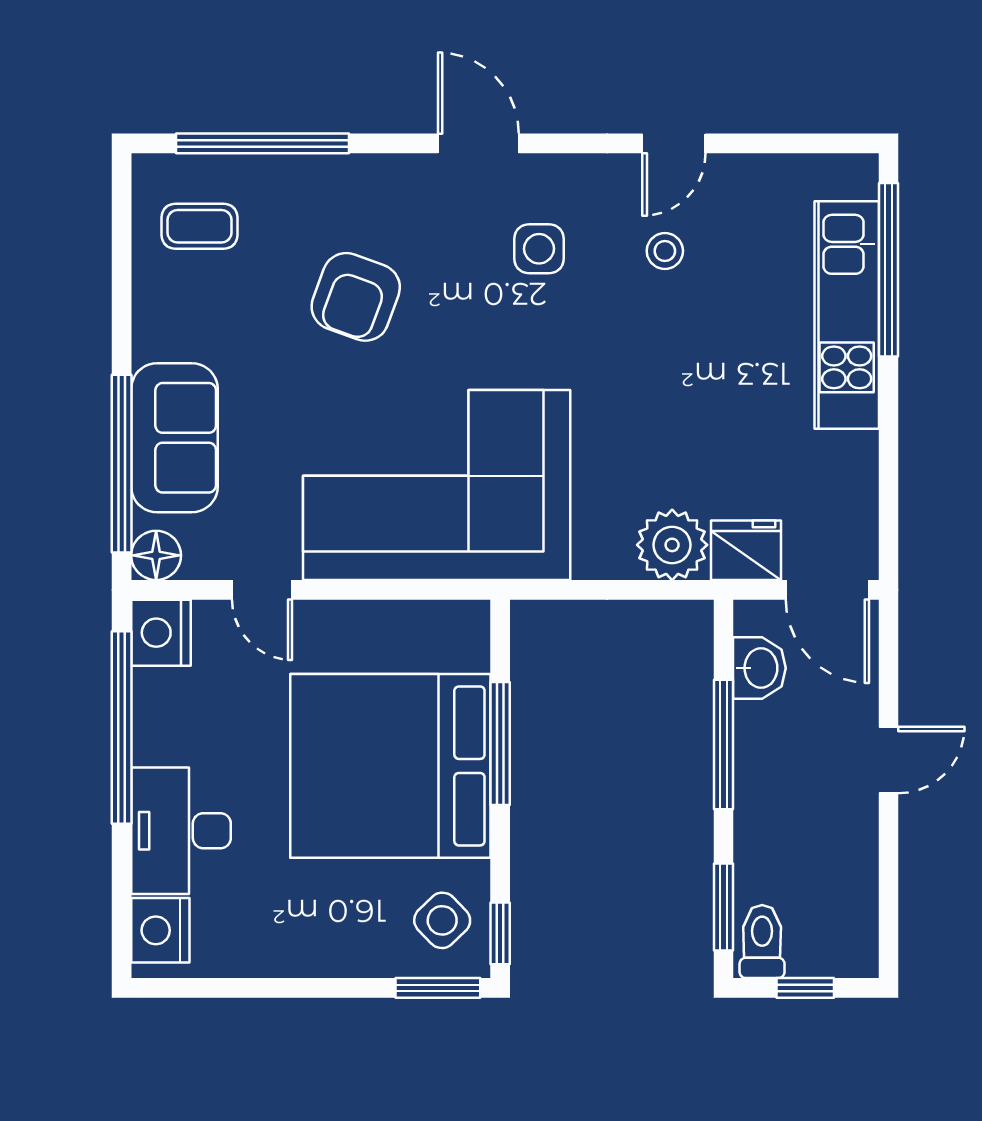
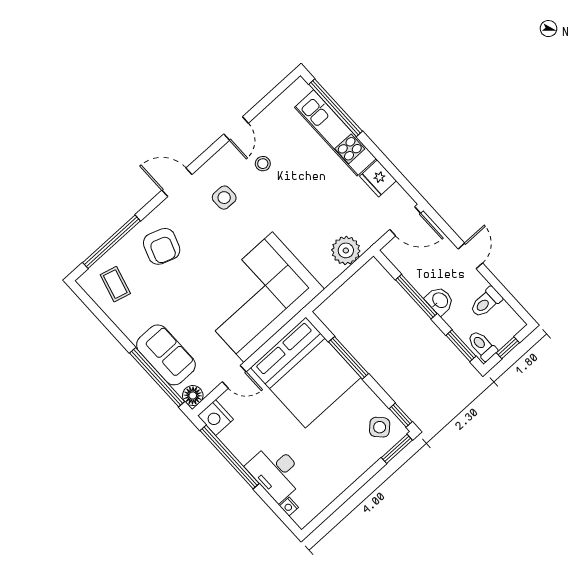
coffee table: (200, 226) -> (115, 284), turned -75
armchair: (356, 297) -> (162, 246), moved
fridge: (746, 550) -> (378, 178), moved, turned -90
washbasin: (759, 668) -> (440, 301), moved
bed: (390, 766) -> (306, 372), moved, turned -90
toilet: (840, 870) -> (486, 302), added
nightstand: (160, 930) -> (289, 507), width x0.53, depth x0.56

